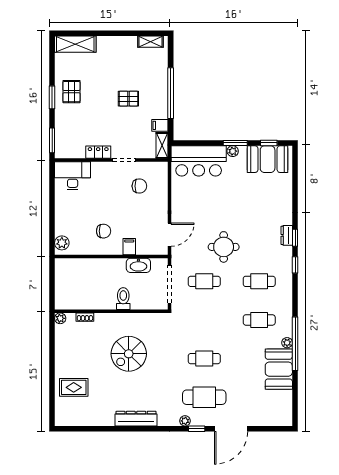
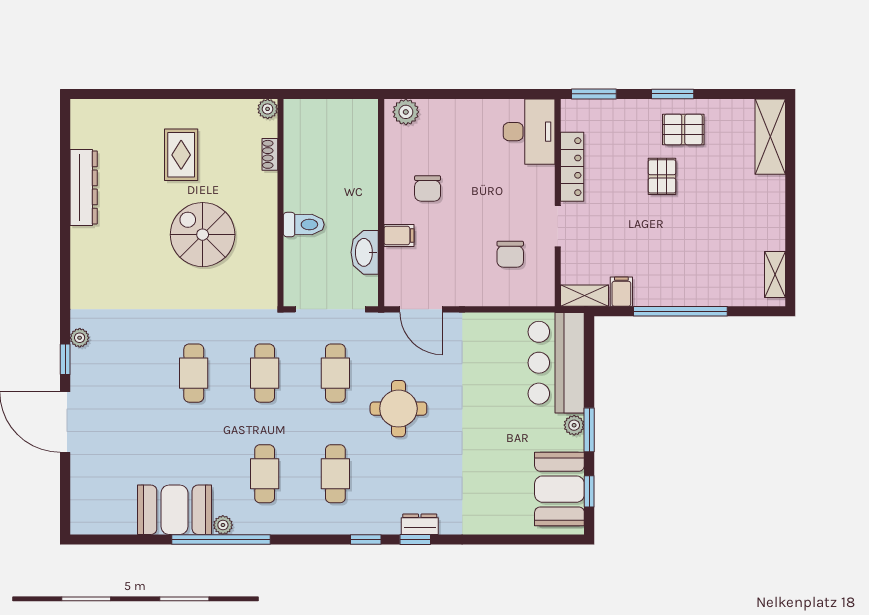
pallet: (128, 99) -> (662, 176), moved
locker: (98, 152) -> (572, 167), width x1.53
rug: (74, 387) -> (181, 155), moved
cafe table: (204, 397) -> (265, 373), moved, width x0.73, depth x0.74
dresser: (136, 419) -> (84, 187), moved

